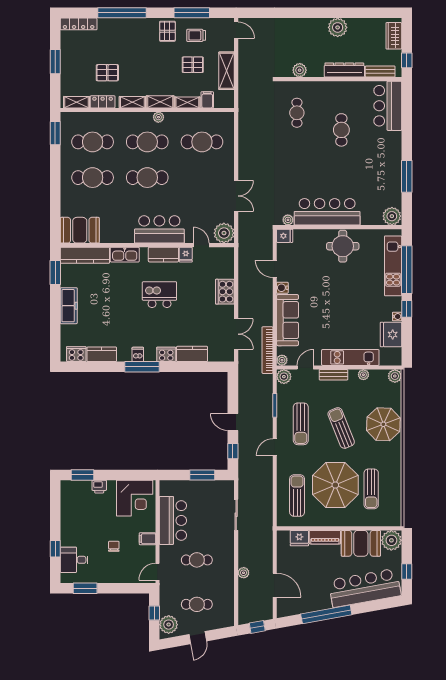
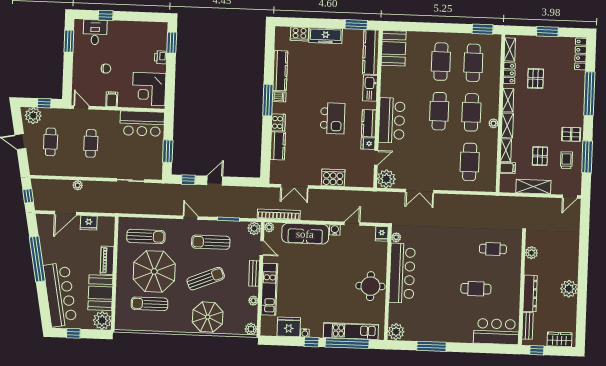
cooker: (76, 354) -> (299, 34), moved, turned 90
kitchen counter: (102, 354) -> (280, 71), width x1.50
bar counter: (173, 520) -> (142, 124), moved
fridge: (299, 538) -> (89, 223), moved, turned -90

